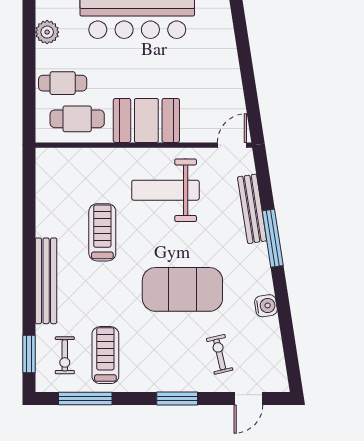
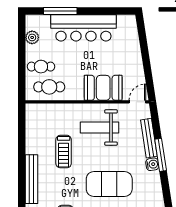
booth: (146, 120) -> (103, 88), moved
treadmill: (102, 232) -> (64, 152), turned 180
water cooler: (266, 306) -> (152, 164), moved

